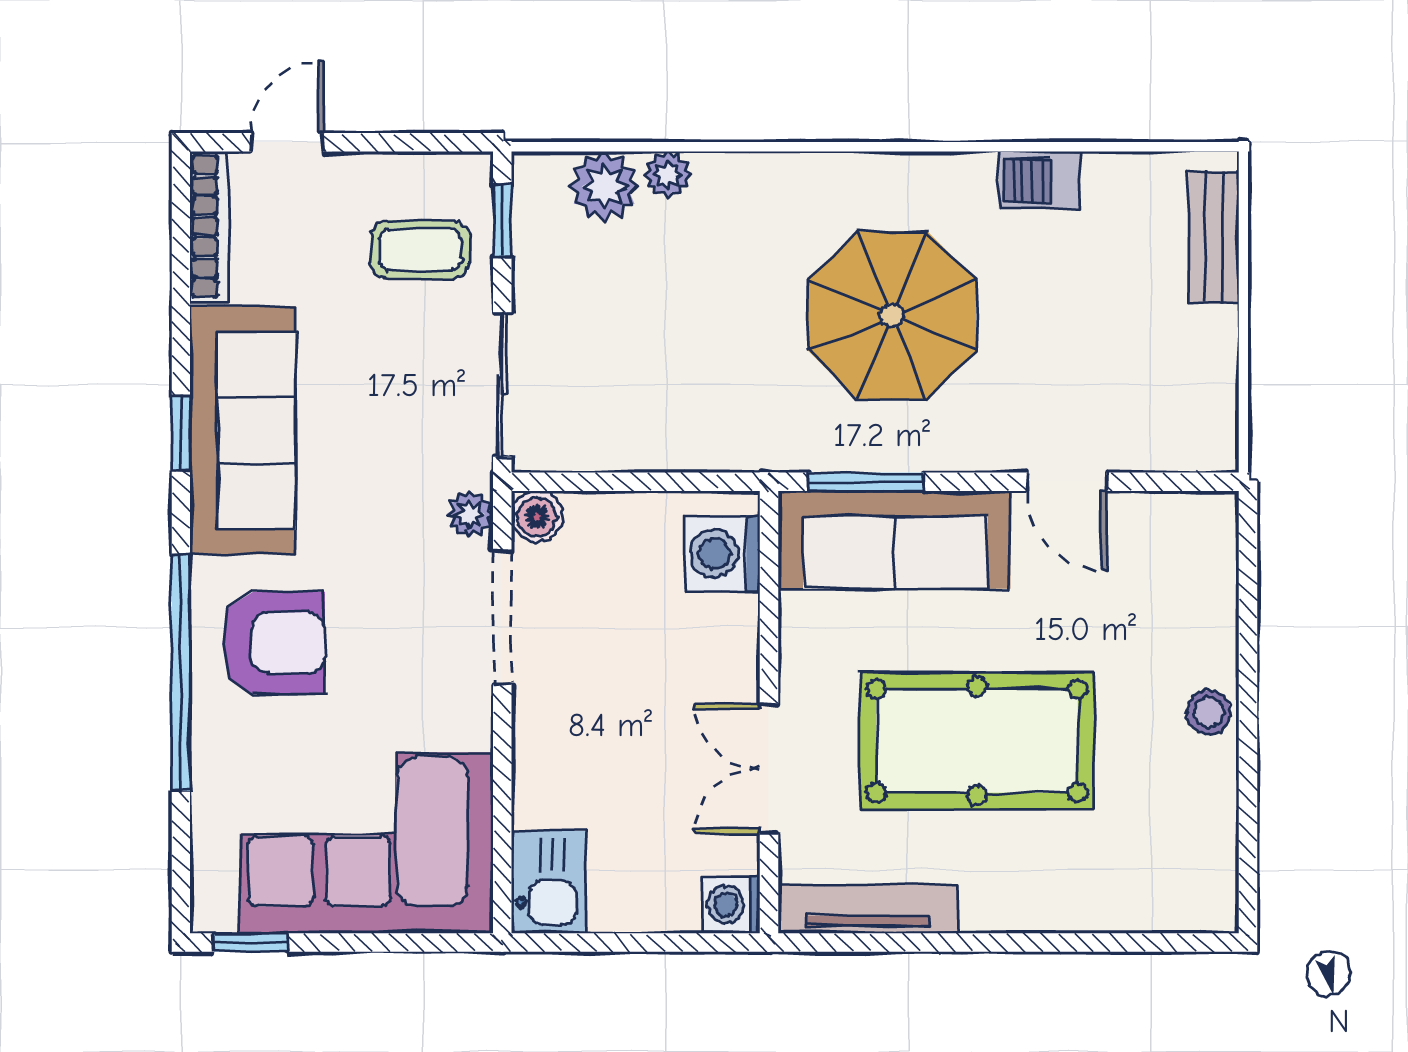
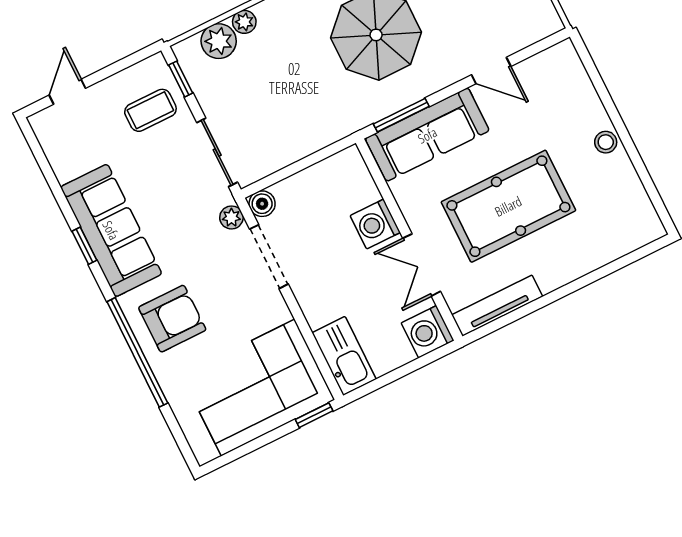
bookcase: (209, 226) -> (51, 147), removed
washing machine: (722, 554) -> (375, 224), moved
kitchen sink: (548, 882) -> (344, 356), width x1.38
washing machine: (731, 905) -> (428, 332), width x1.38, depth x1.38
window: (251, 943) -> (314, 415), moved

